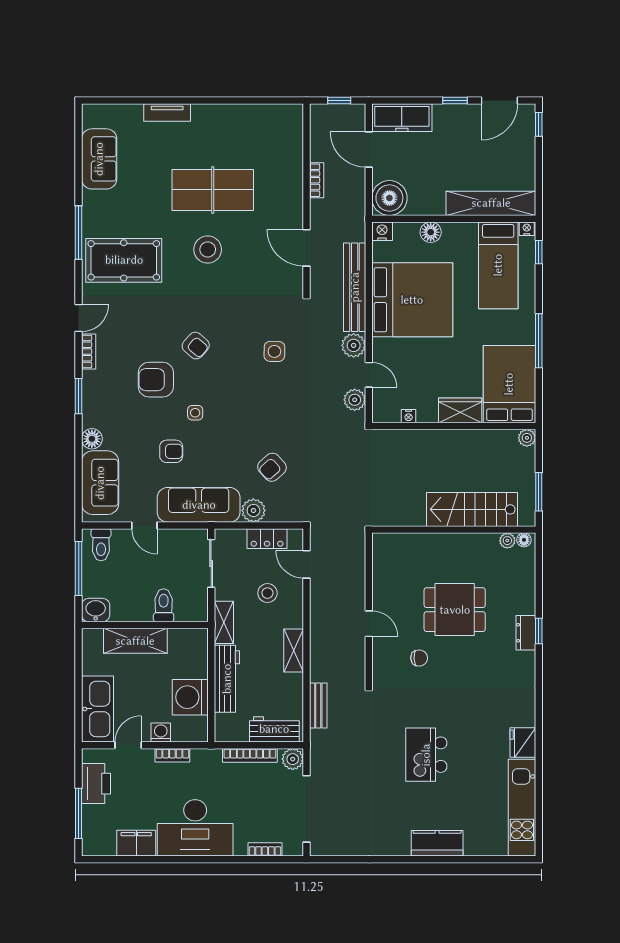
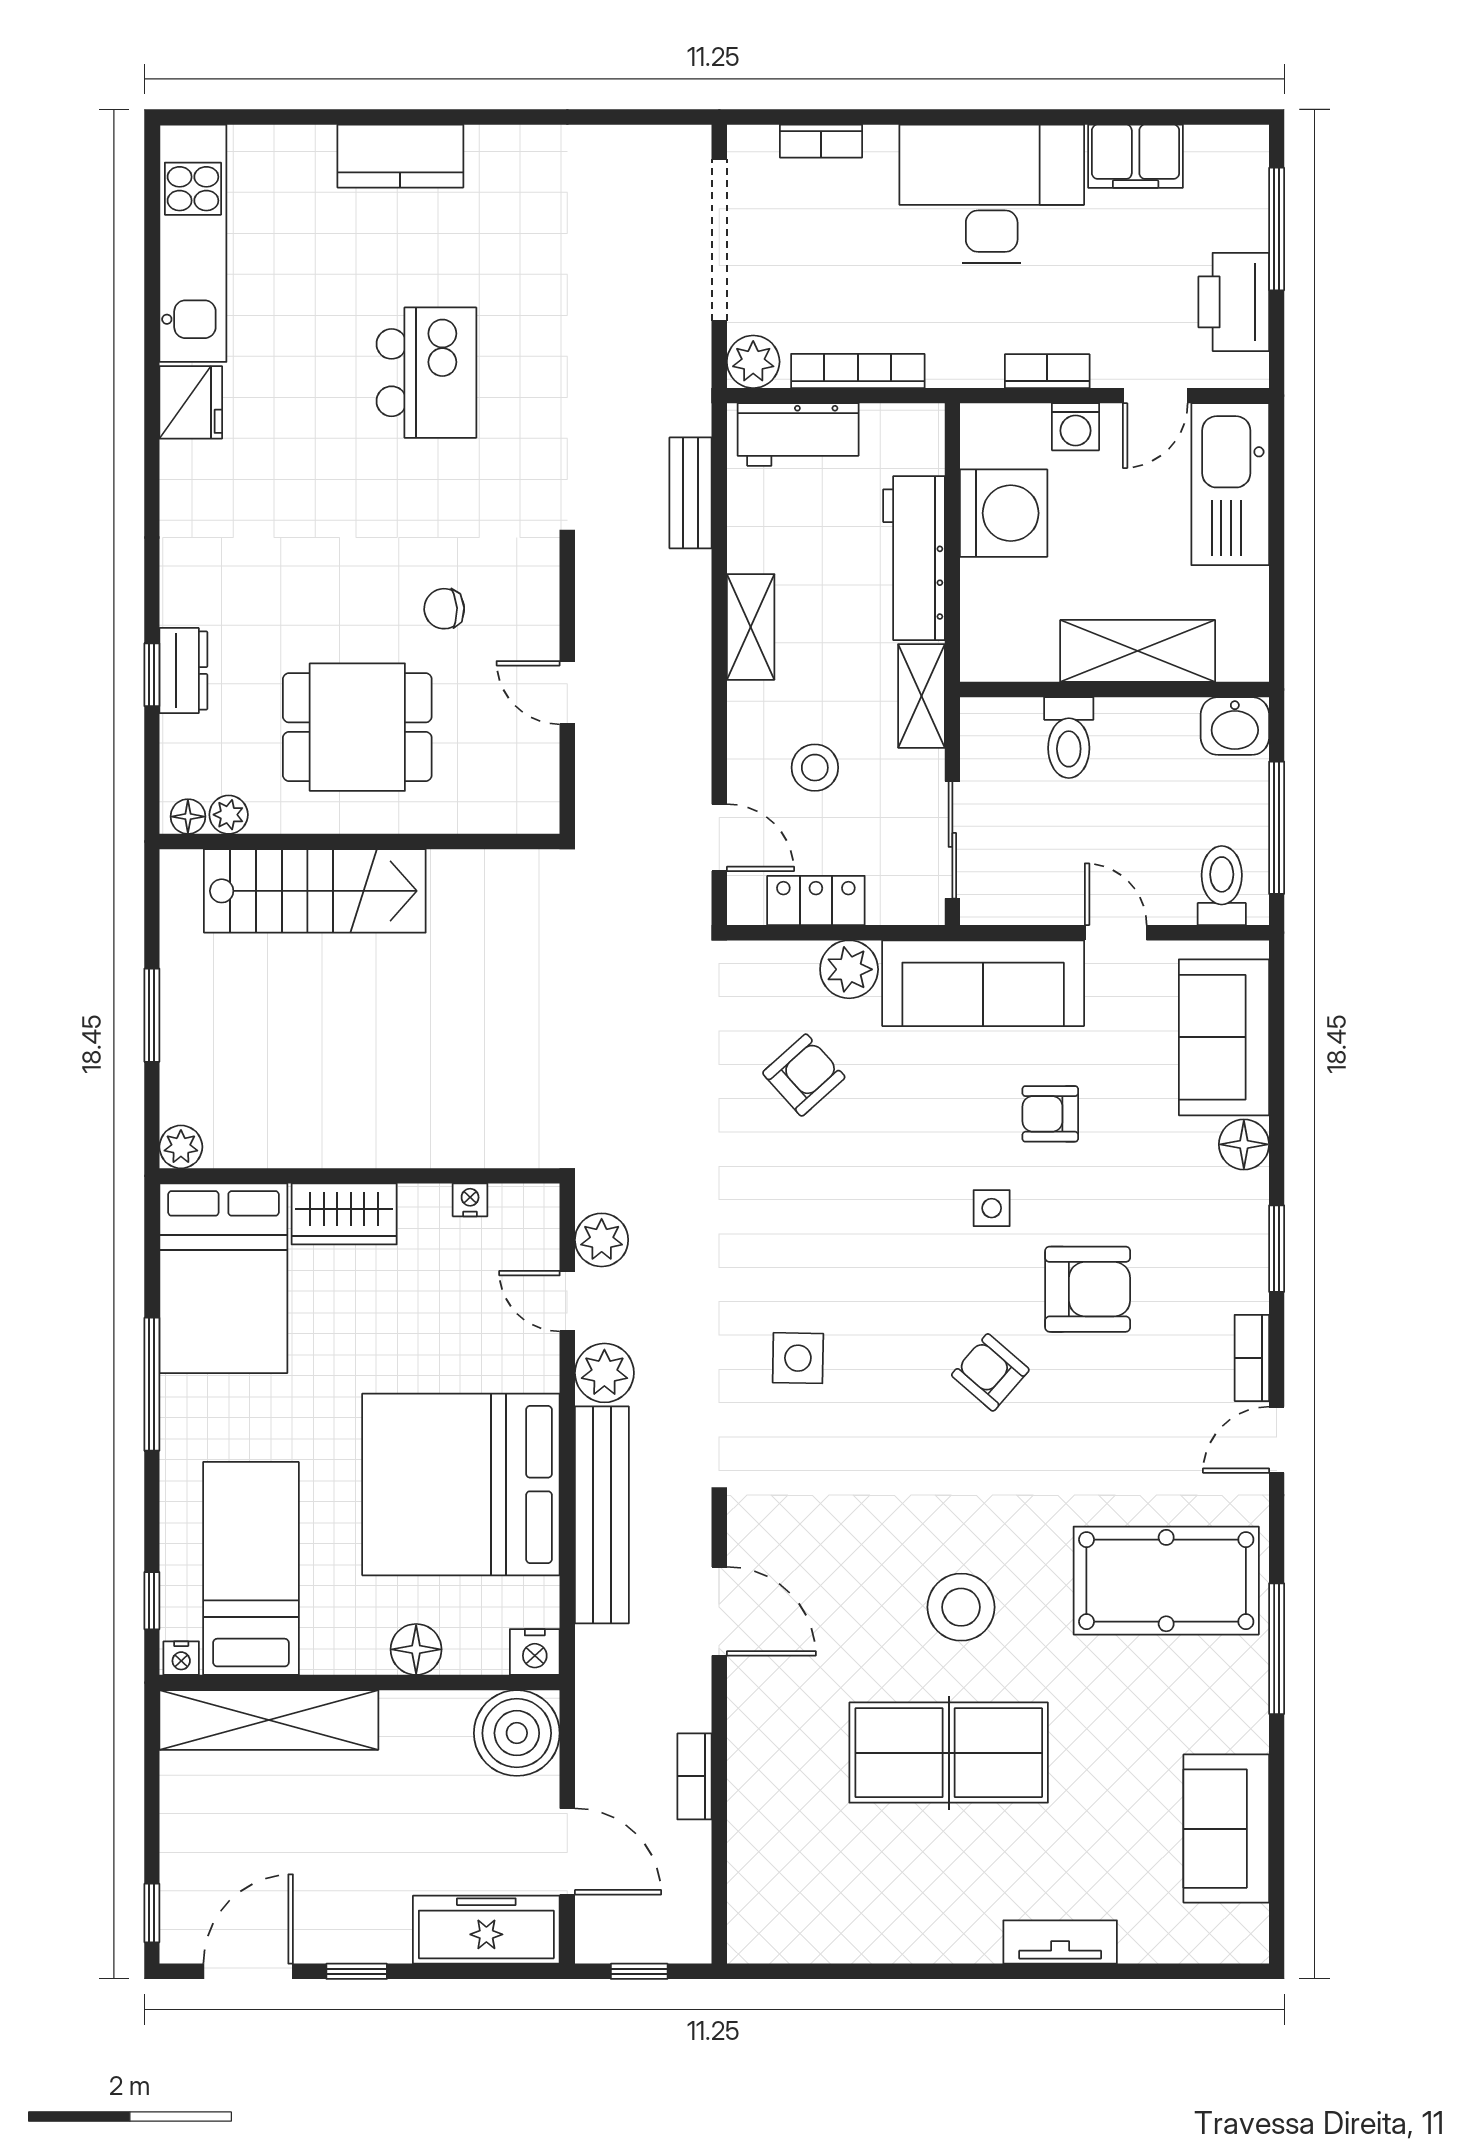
stairs: (472, 509) -> (315, 891), moved
wall: (454, 530) -> (360, 841), moved
floor lamp: (524, 540) -> (188, 817), moved
plant: (507, 541) -> (229, 815), moved

